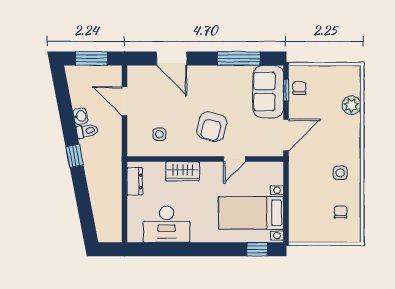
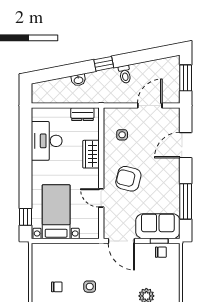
washbasin: (80, 116) -> (78, 80), moved

